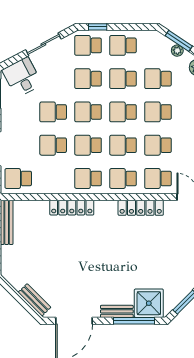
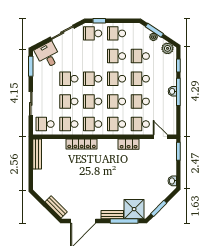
school desk: (88, 79) -> (69, 124), moved
locker: (141, 208) -> (129, 144), width x0.66

